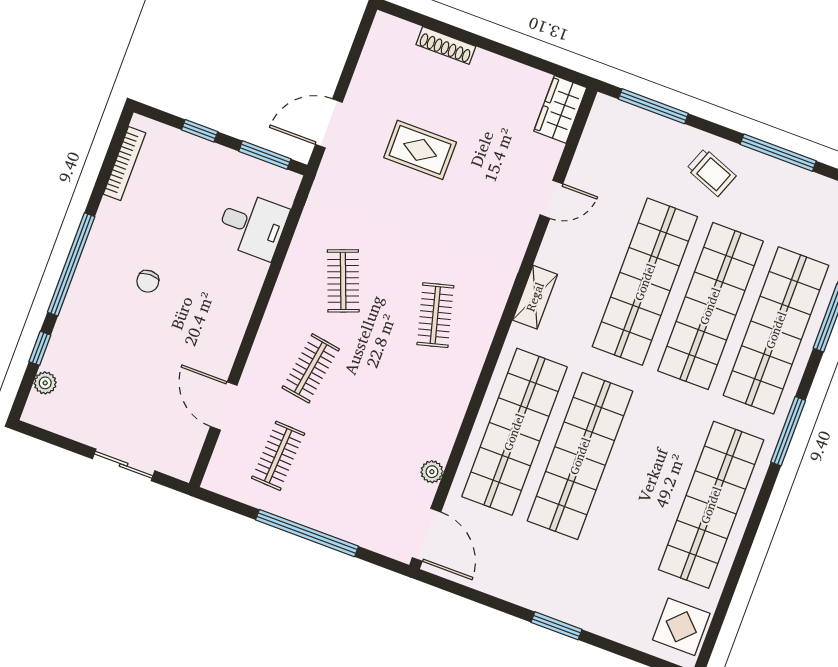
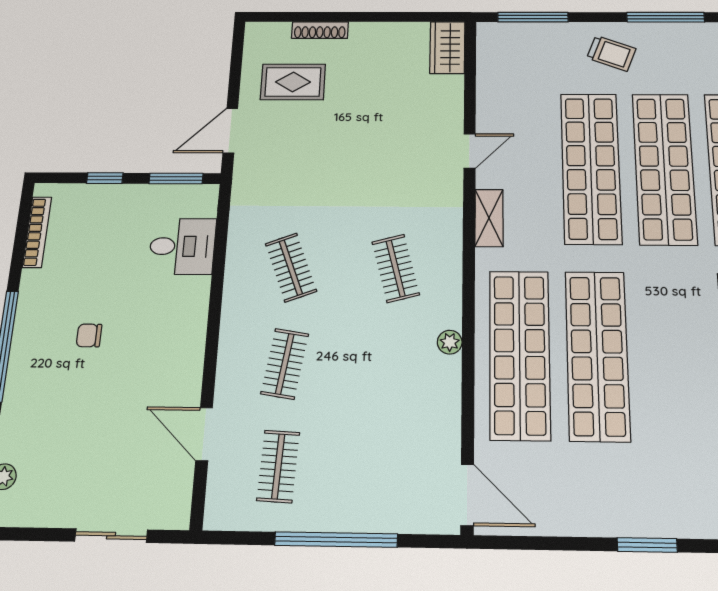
rug: (420, 150) -> (293, 82), moved
door: (551, 199) -> (470, 151), moved
chair: (148, 281) -> (89, 335), turned 91
plant: (432, 472) -> (450, 342), moved

